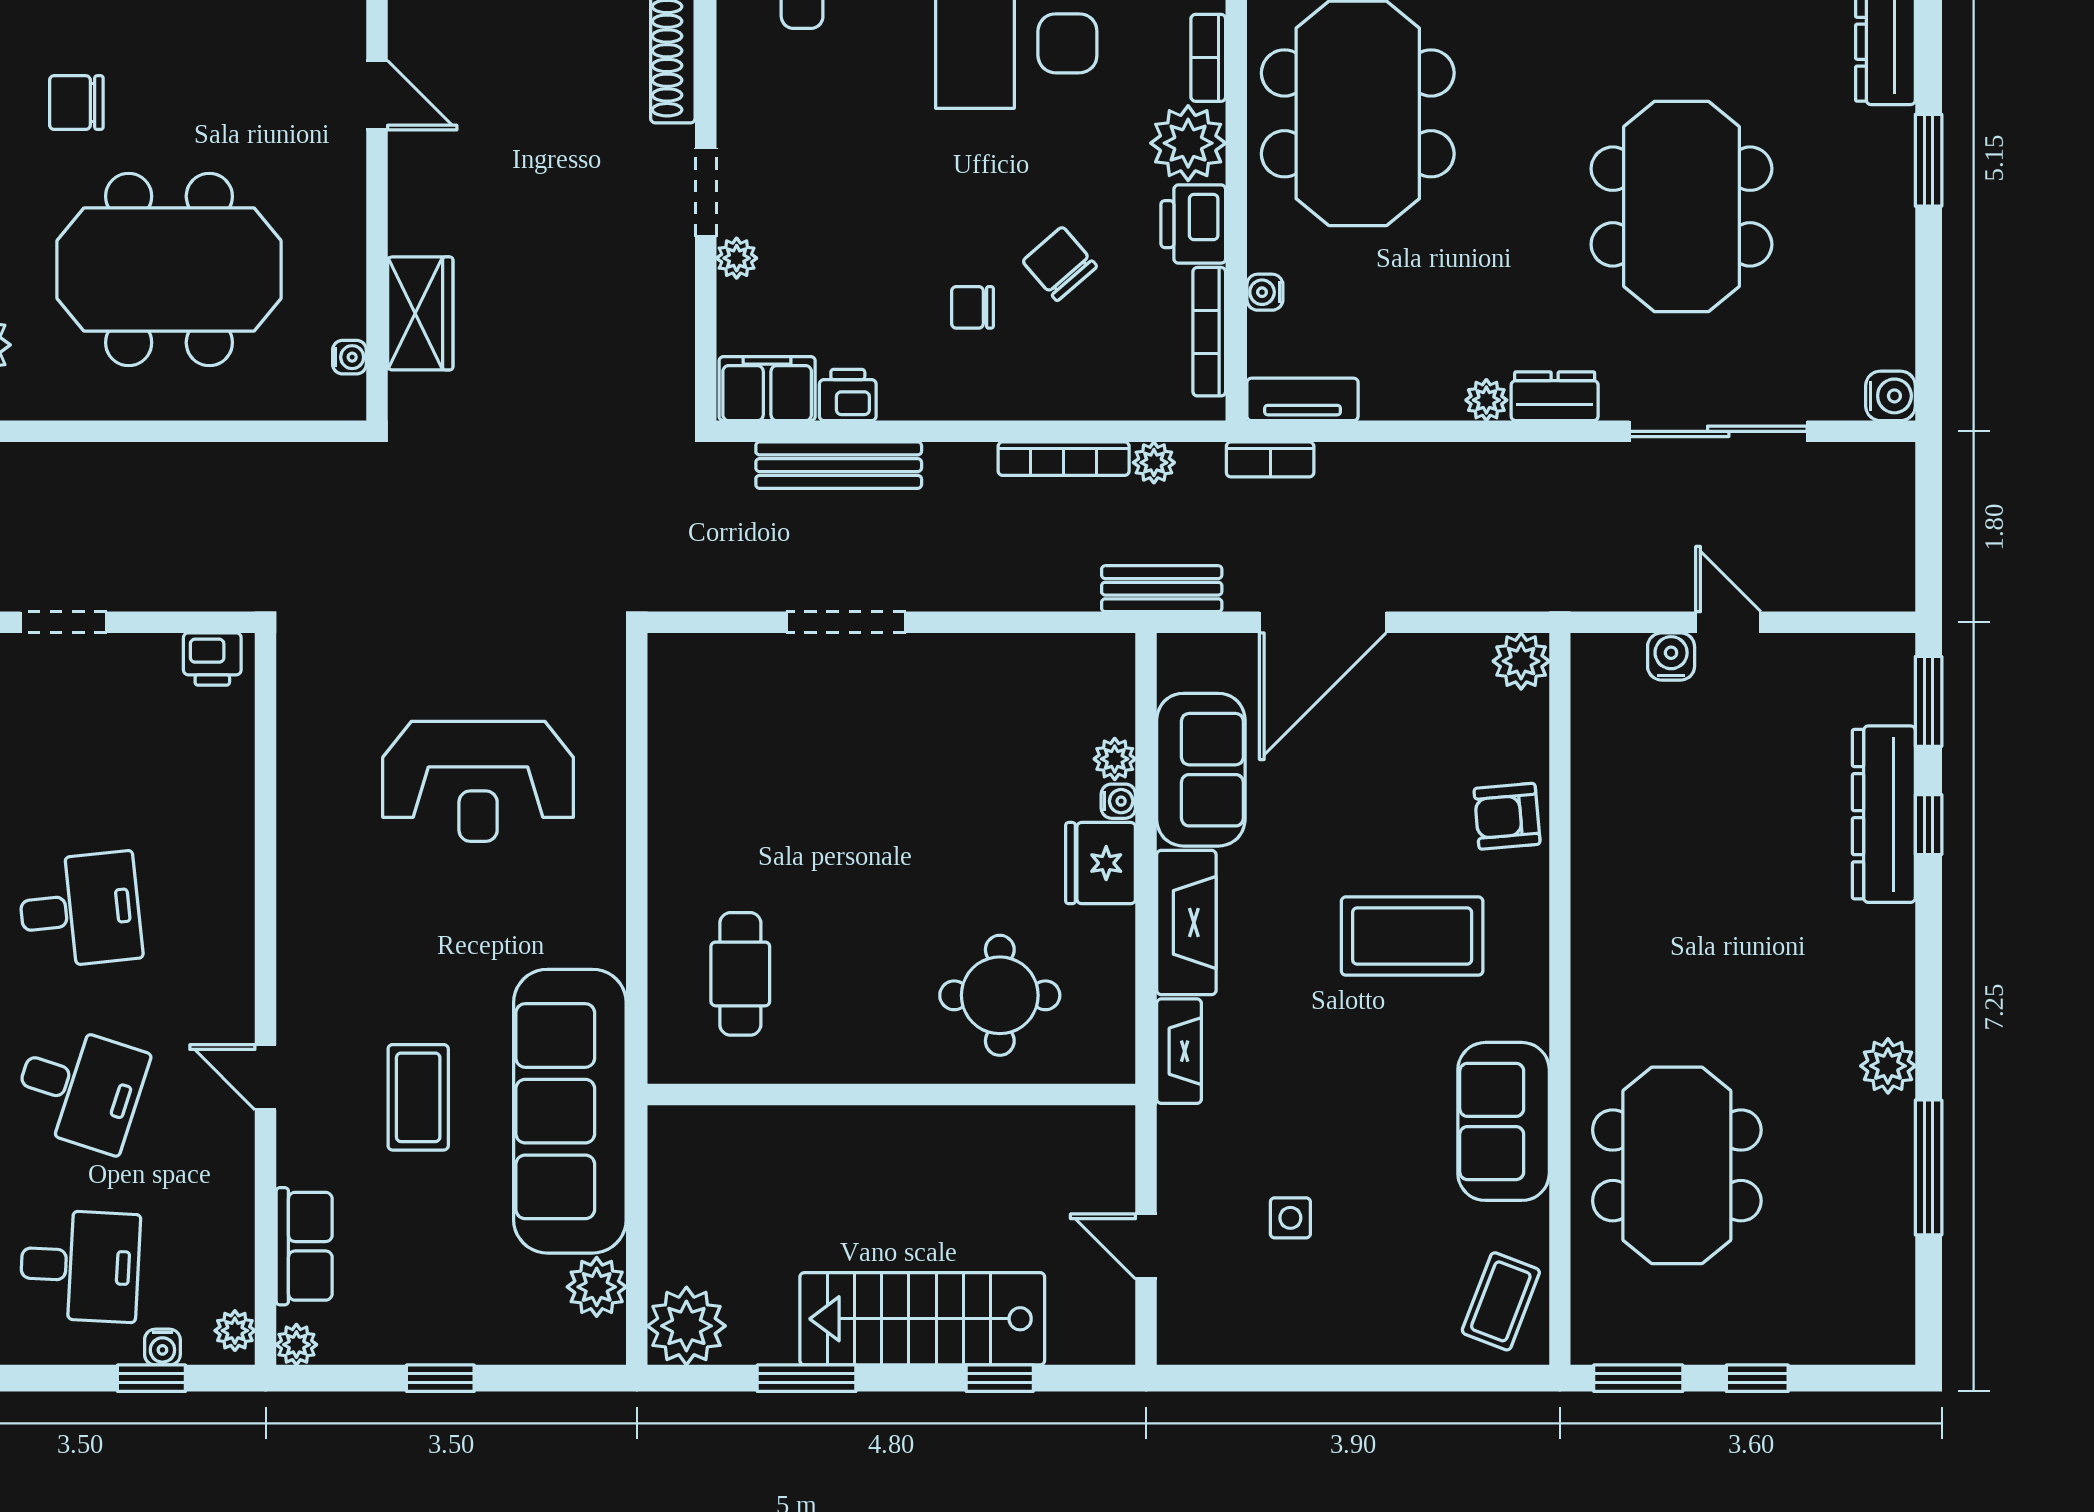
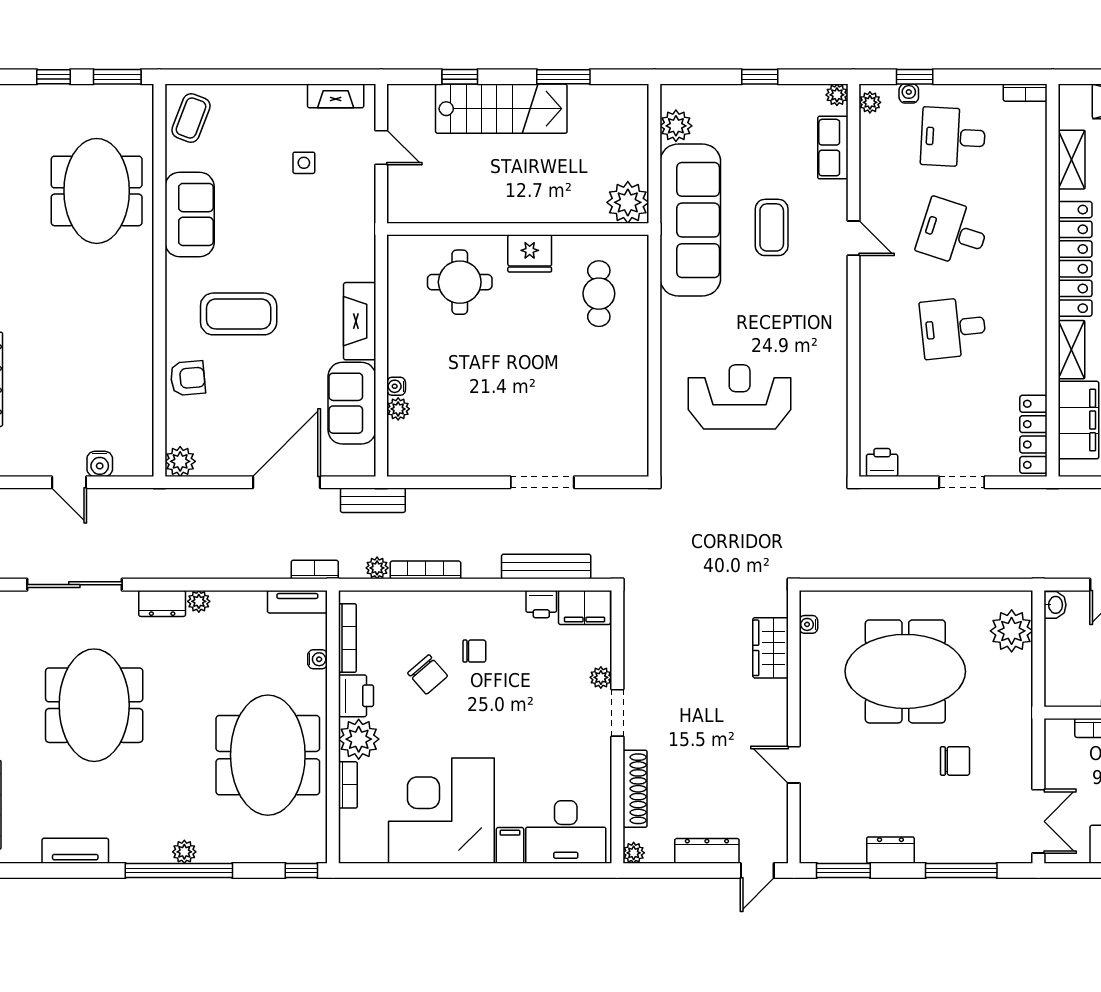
fridge: (1101, 863) -> (530, 253), moved, turned 90
fireplace: (1179, 1051) -> (336, 96), moved, turned -90
plant: (686, 1326) -> (628, 202), moved

